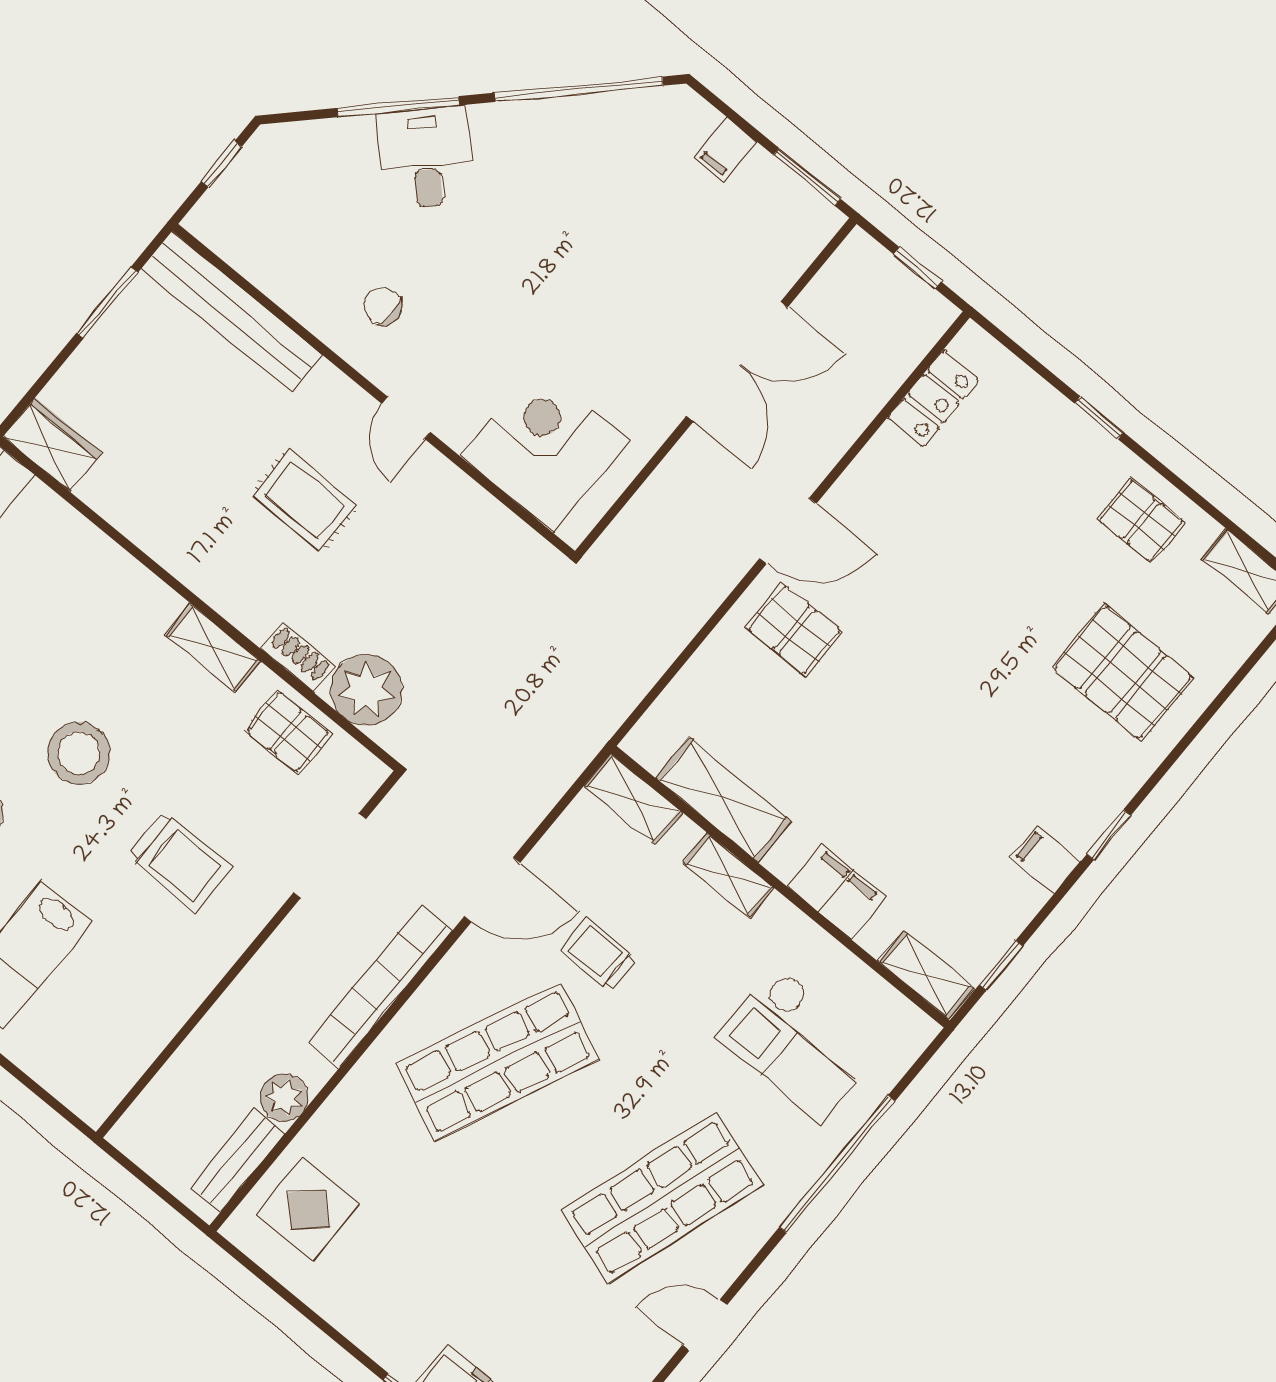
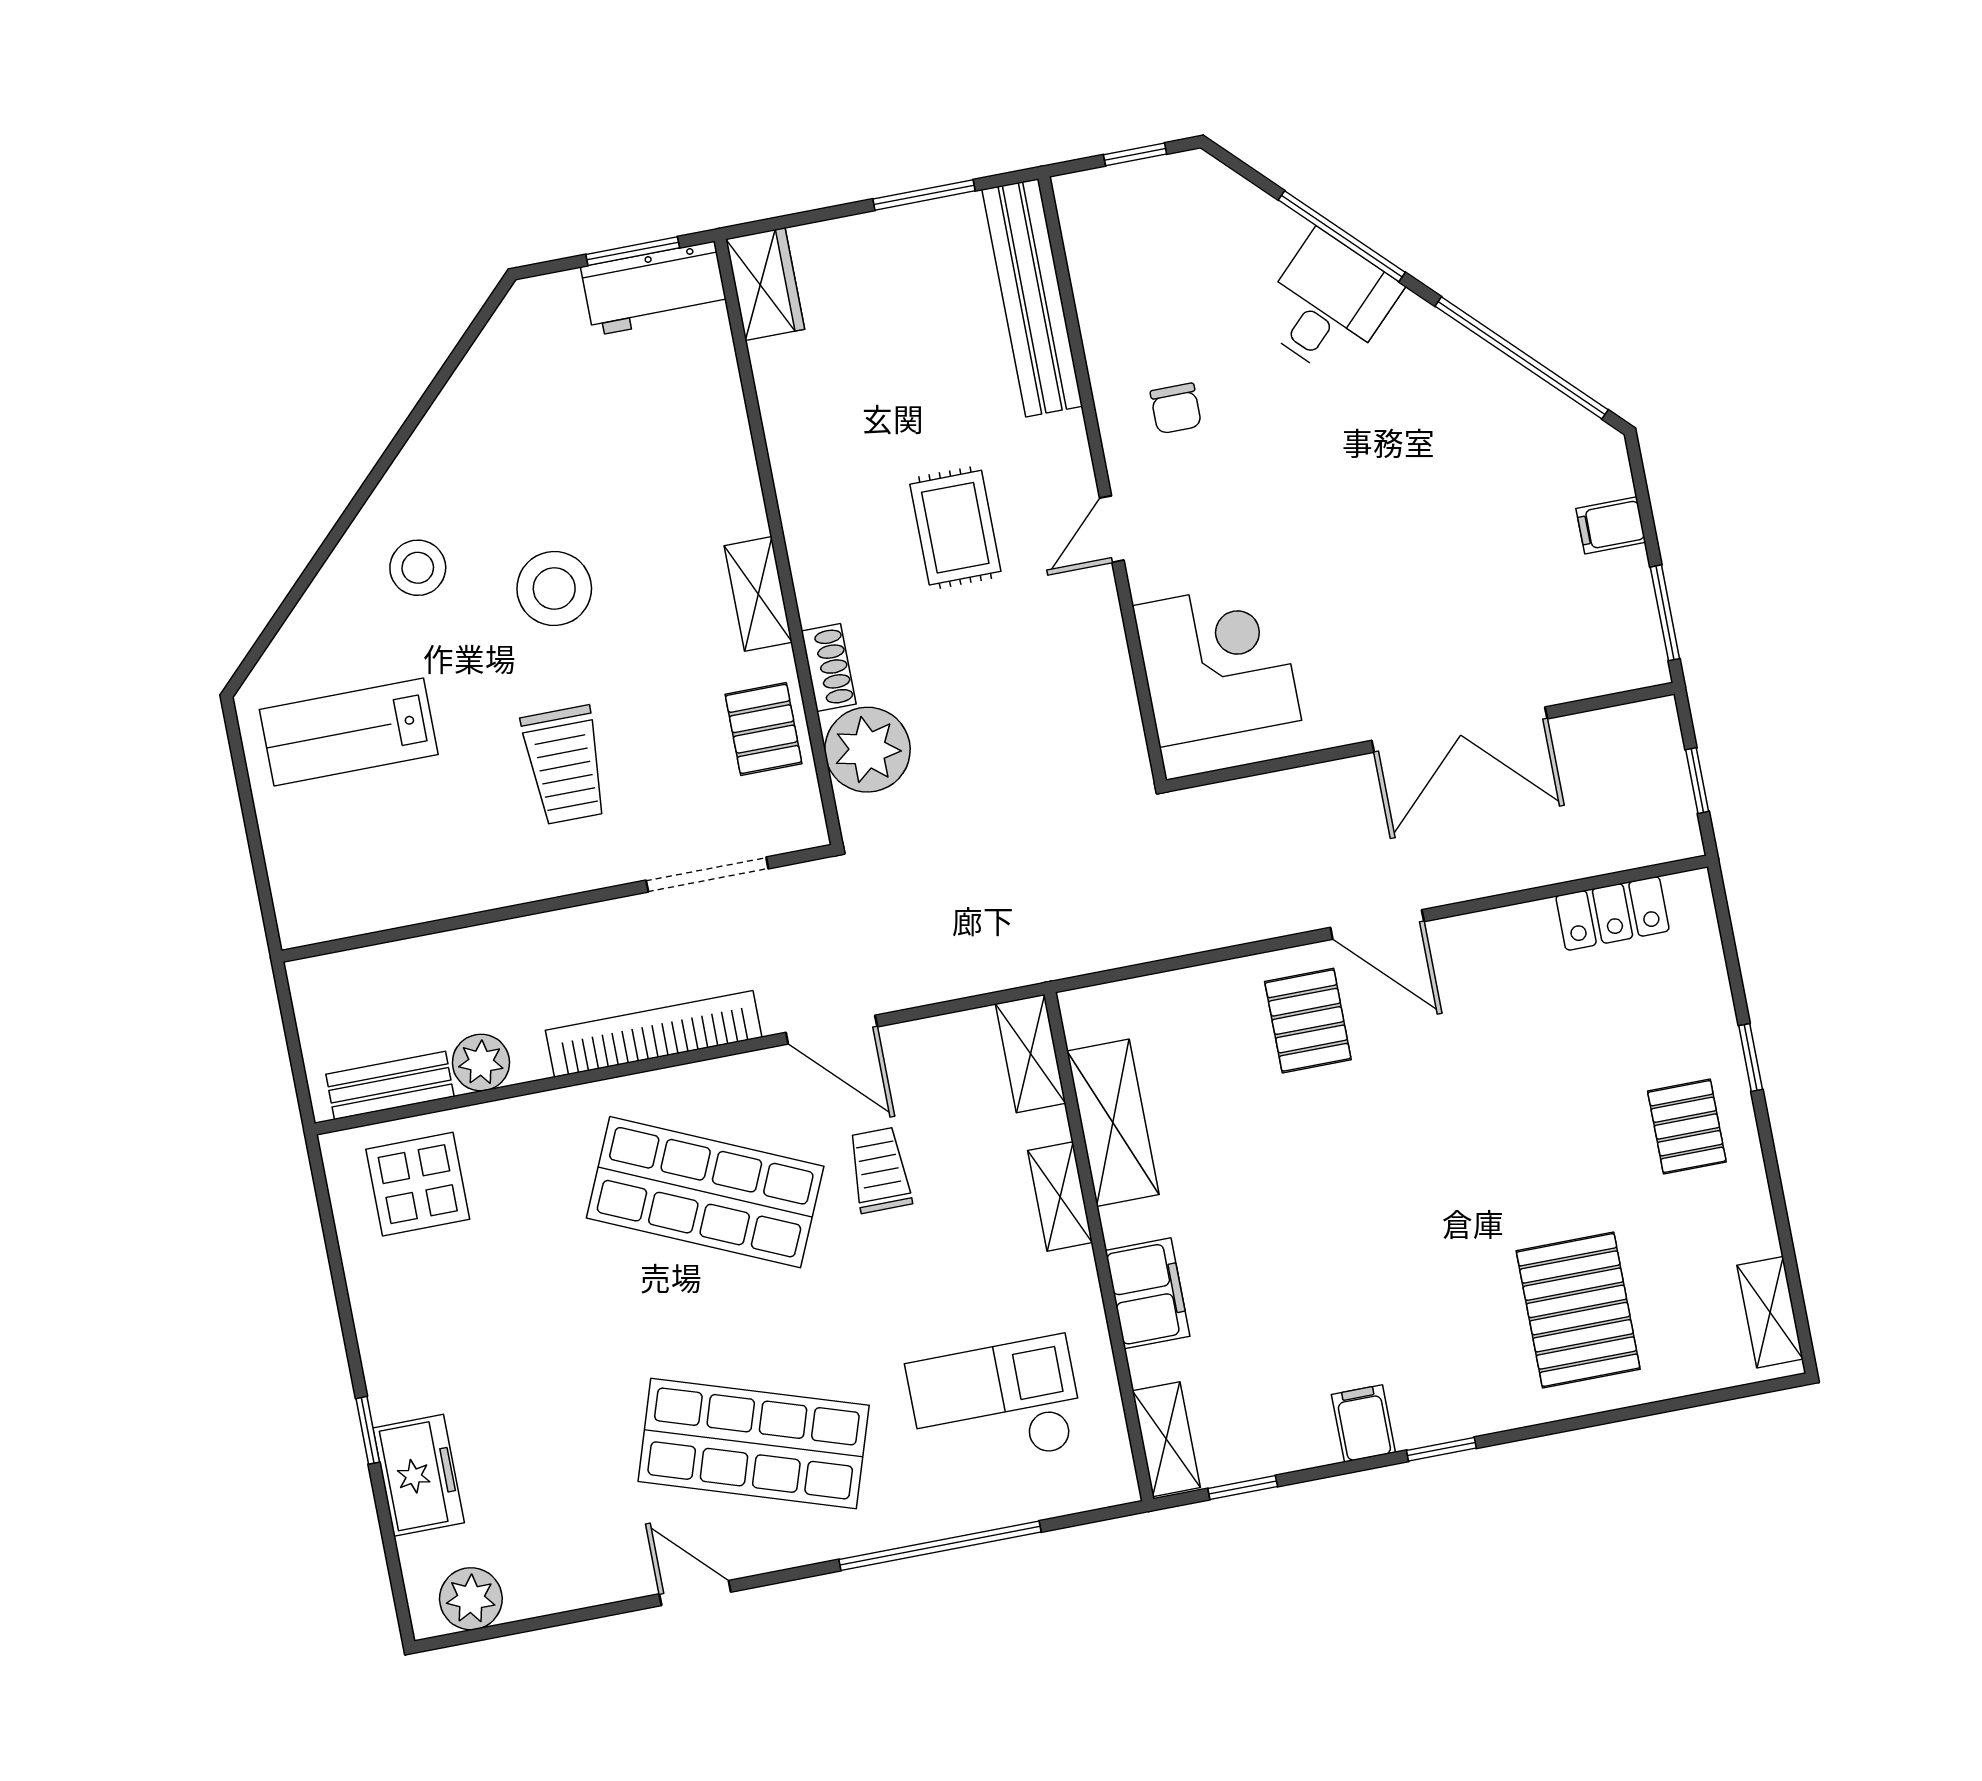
chair: (383, 306) -> (1176, 408), turned 180
pallet: (1141, 521) -> (1687, 1127), moved
checkout: (798, 1044) -> (996, 1404), turned 90

